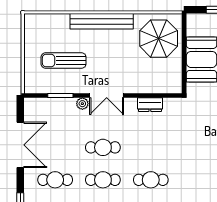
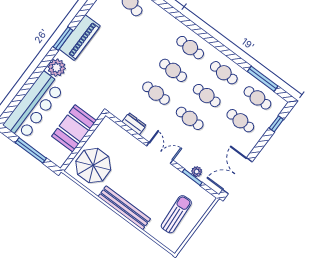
sun lounger: (64, 61) -> (176, 214), moved, turned -94
plant: (82, 104) -> (197, 172), moved
double door: (20, 145) -> (237, 176), moved
cafe table: (151, 147) -> (156, 93), added

